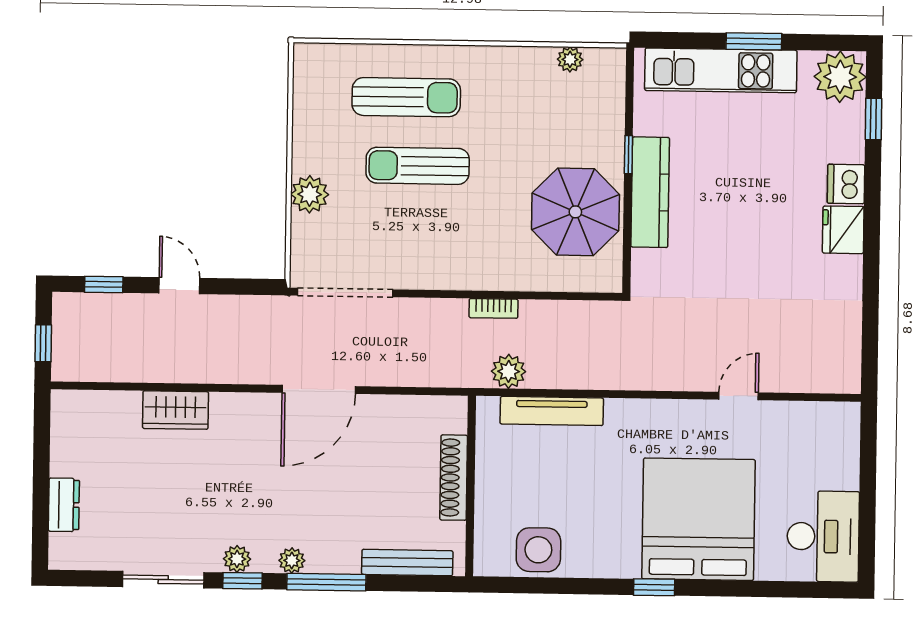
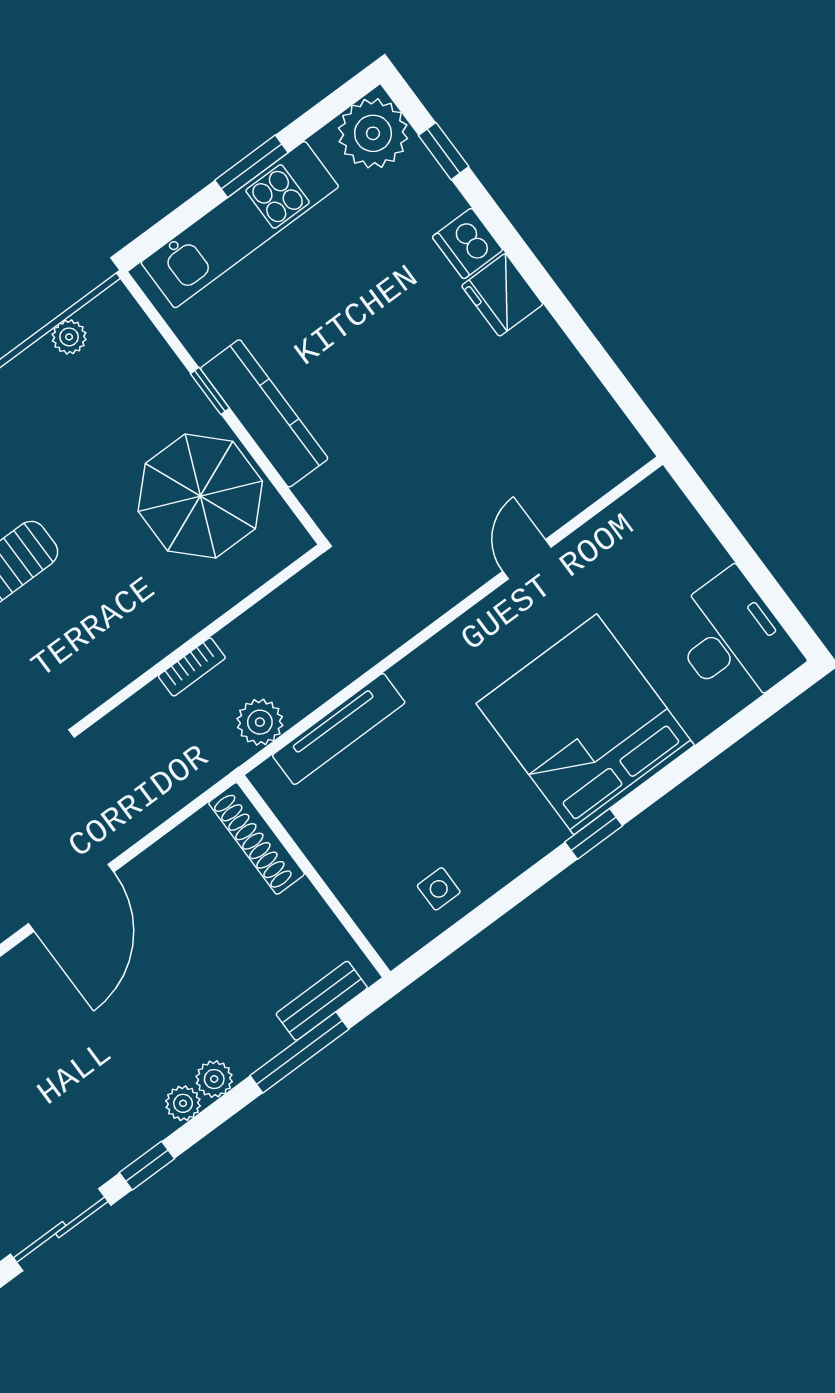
shoe rack: (454, 478) -> (257, 838), moved
side table: (538, 550) -> (439, 889), width x0.54, depth x0.54
plant: (237, 559) -> (214, 1079), moved
bench: (407, 563) -> (322, 1001), width x0.73
window: (326, 582) -> (299, 1052), moved

